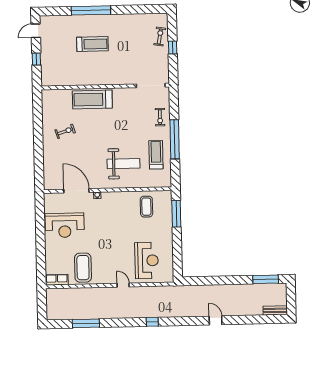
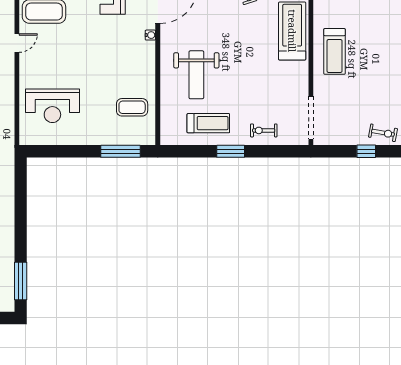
treadmill: (92, 44) -> (335, 51), moved
window: (175, 139) -> (231, 151), width x0.47
door: (123, 285) -> (17, 43), moved

